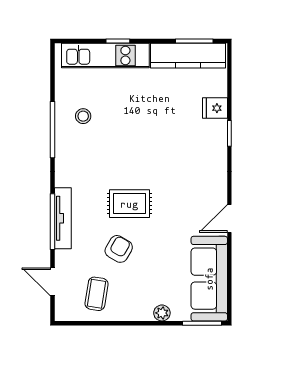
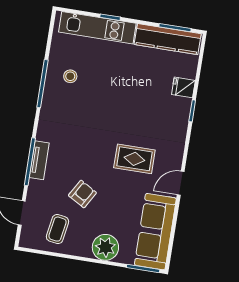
rug: (129, 204) -> (134, 159), moved
tv unit: (63, 218) -> (39, 160), width x0.71
plant: (162, 313) -> (105, 247), width x1.88, depth x1.88

